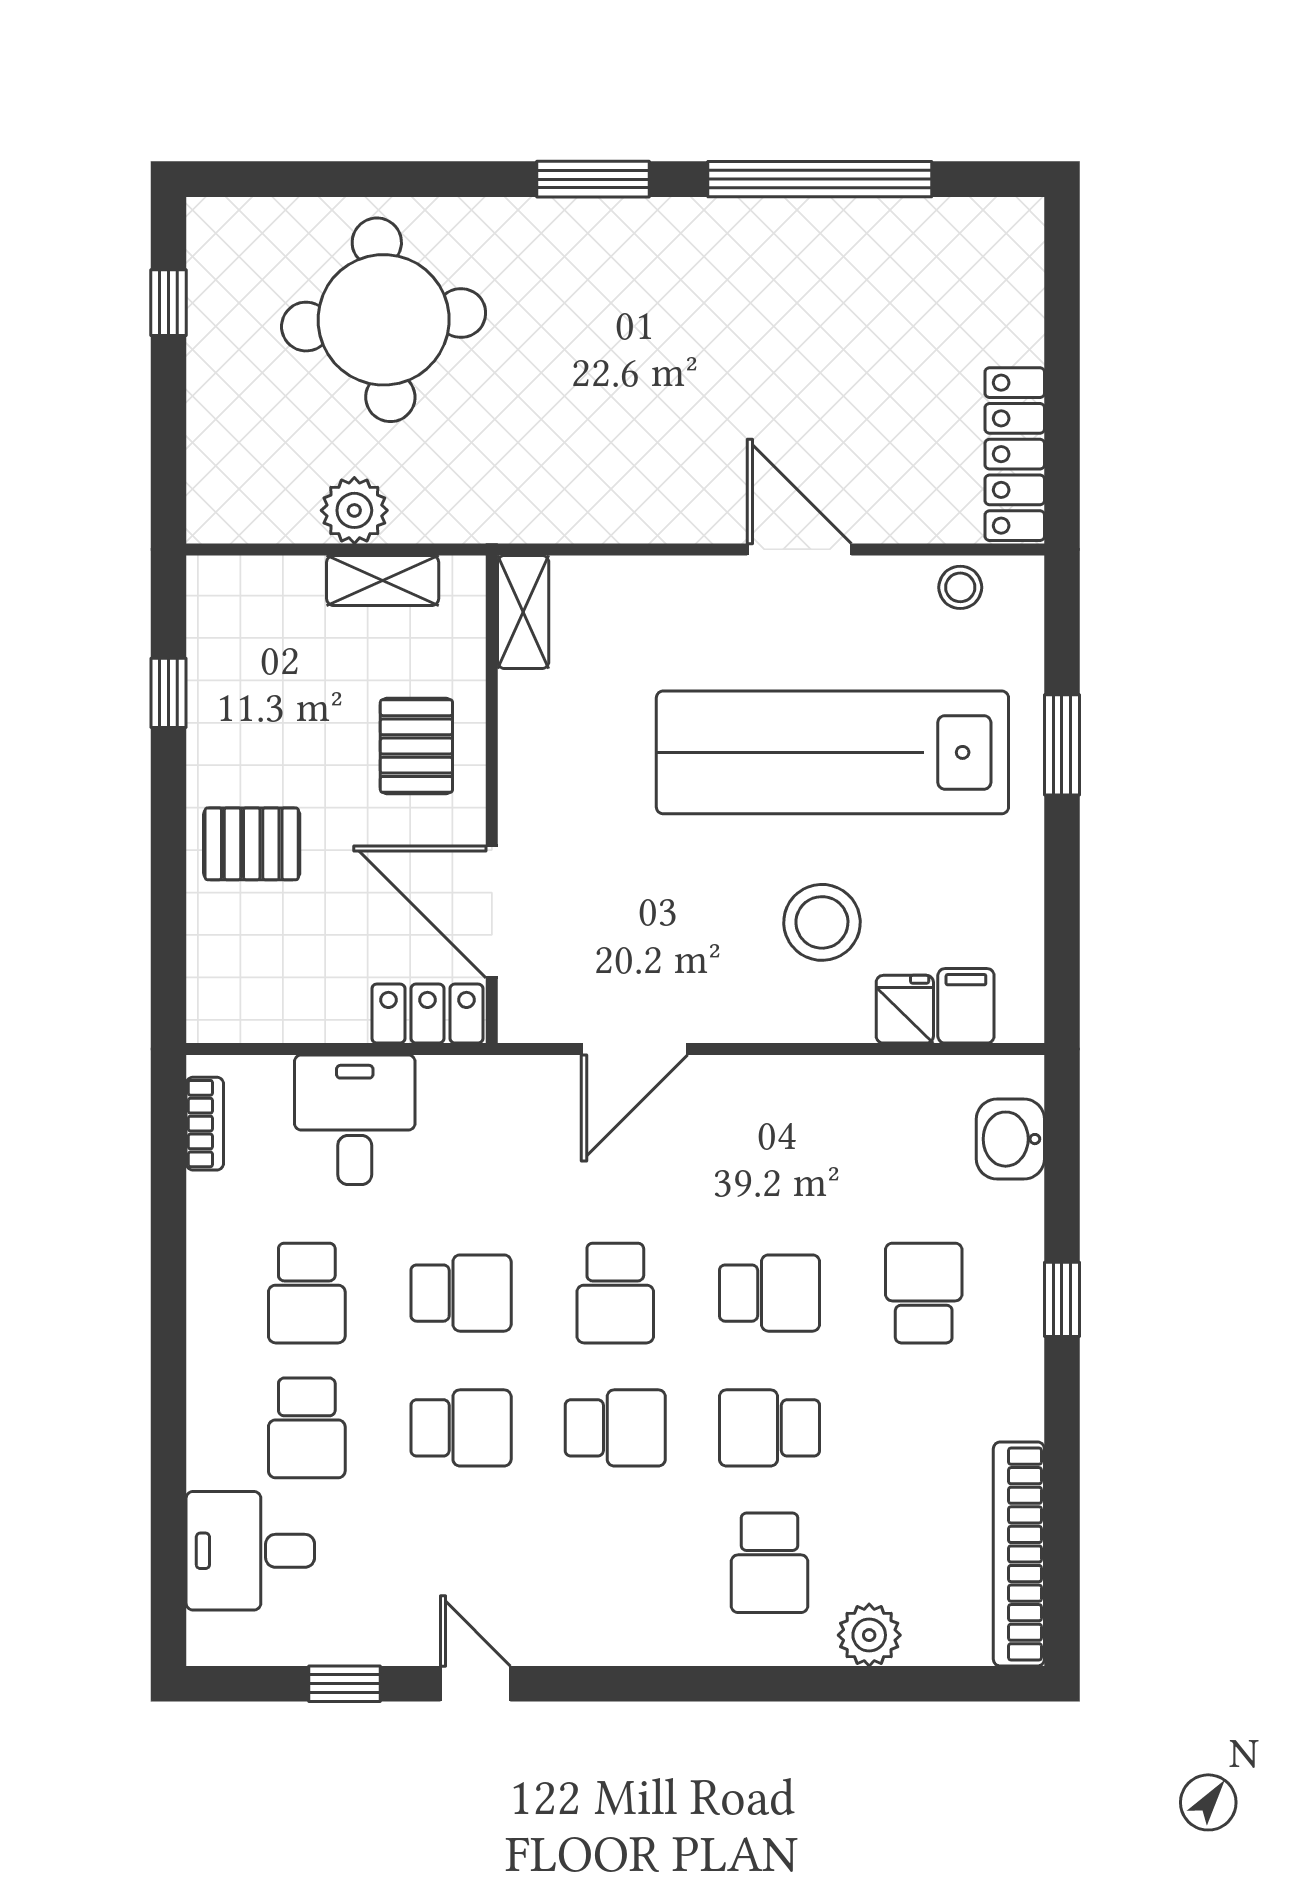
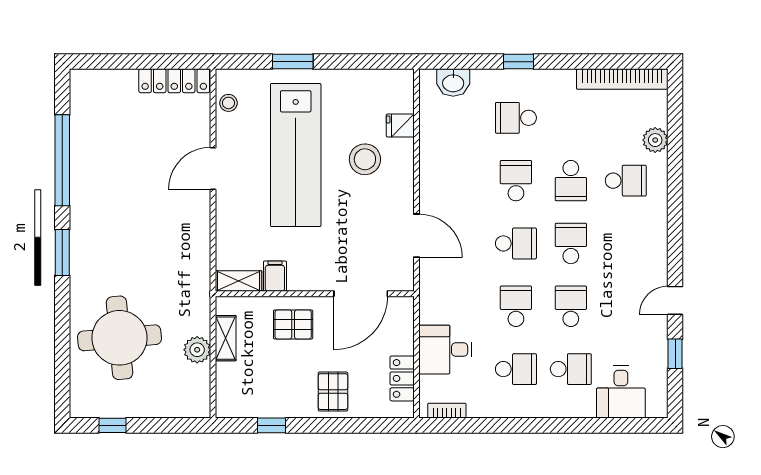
filing cabinet: (966, 1006) -> (275, 276), moved, turned 90
locker: (427, 1014) -> (402, 378), moved

